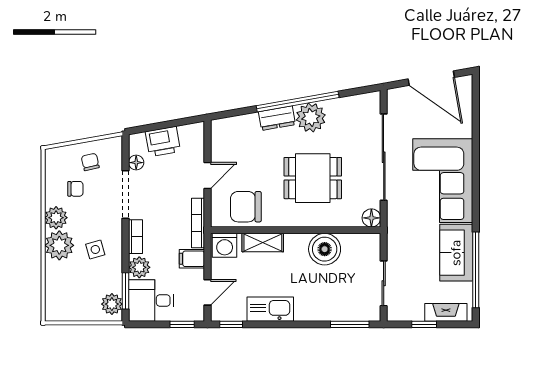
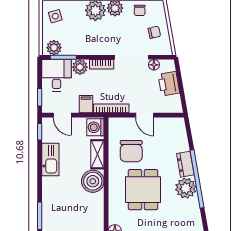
chair: (75, 189) -> (140, 10), moved
chair: (246, 207) -> (131, 151), moved, turned 180
side table: (95, 249) -> (55, 16), moved
boiler: (325, 249) -> (93, 181), moved

